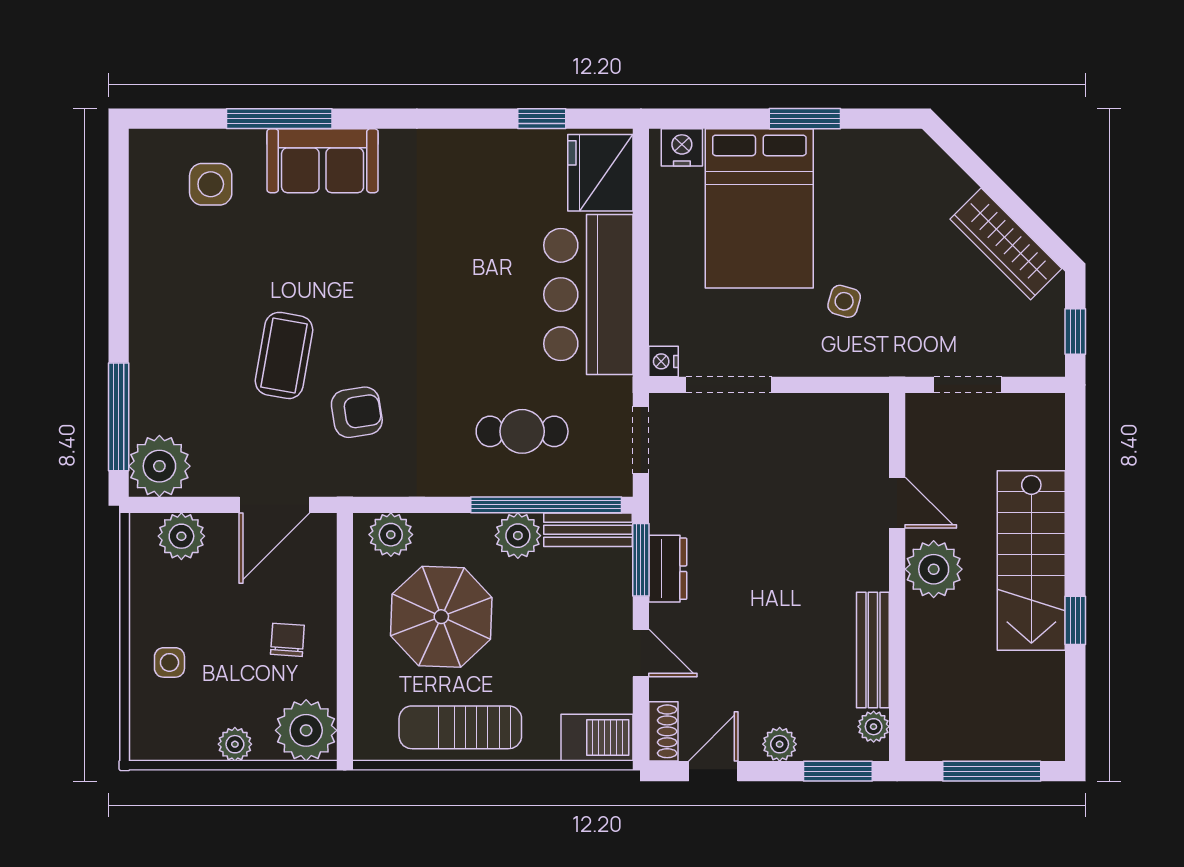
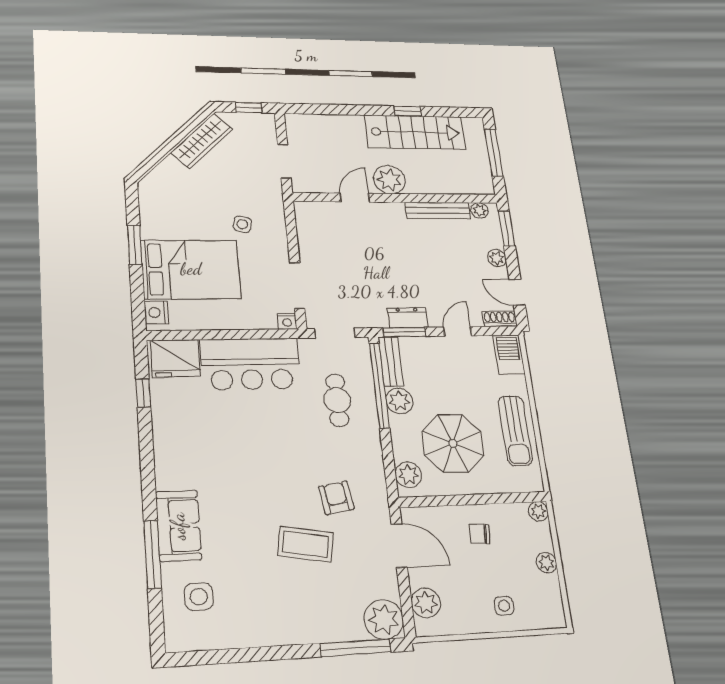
stairs: (1031, 560) -> (415, 132), moved
plant: (306, 730) -> (538, 511), width x0.53, depth x0.53

